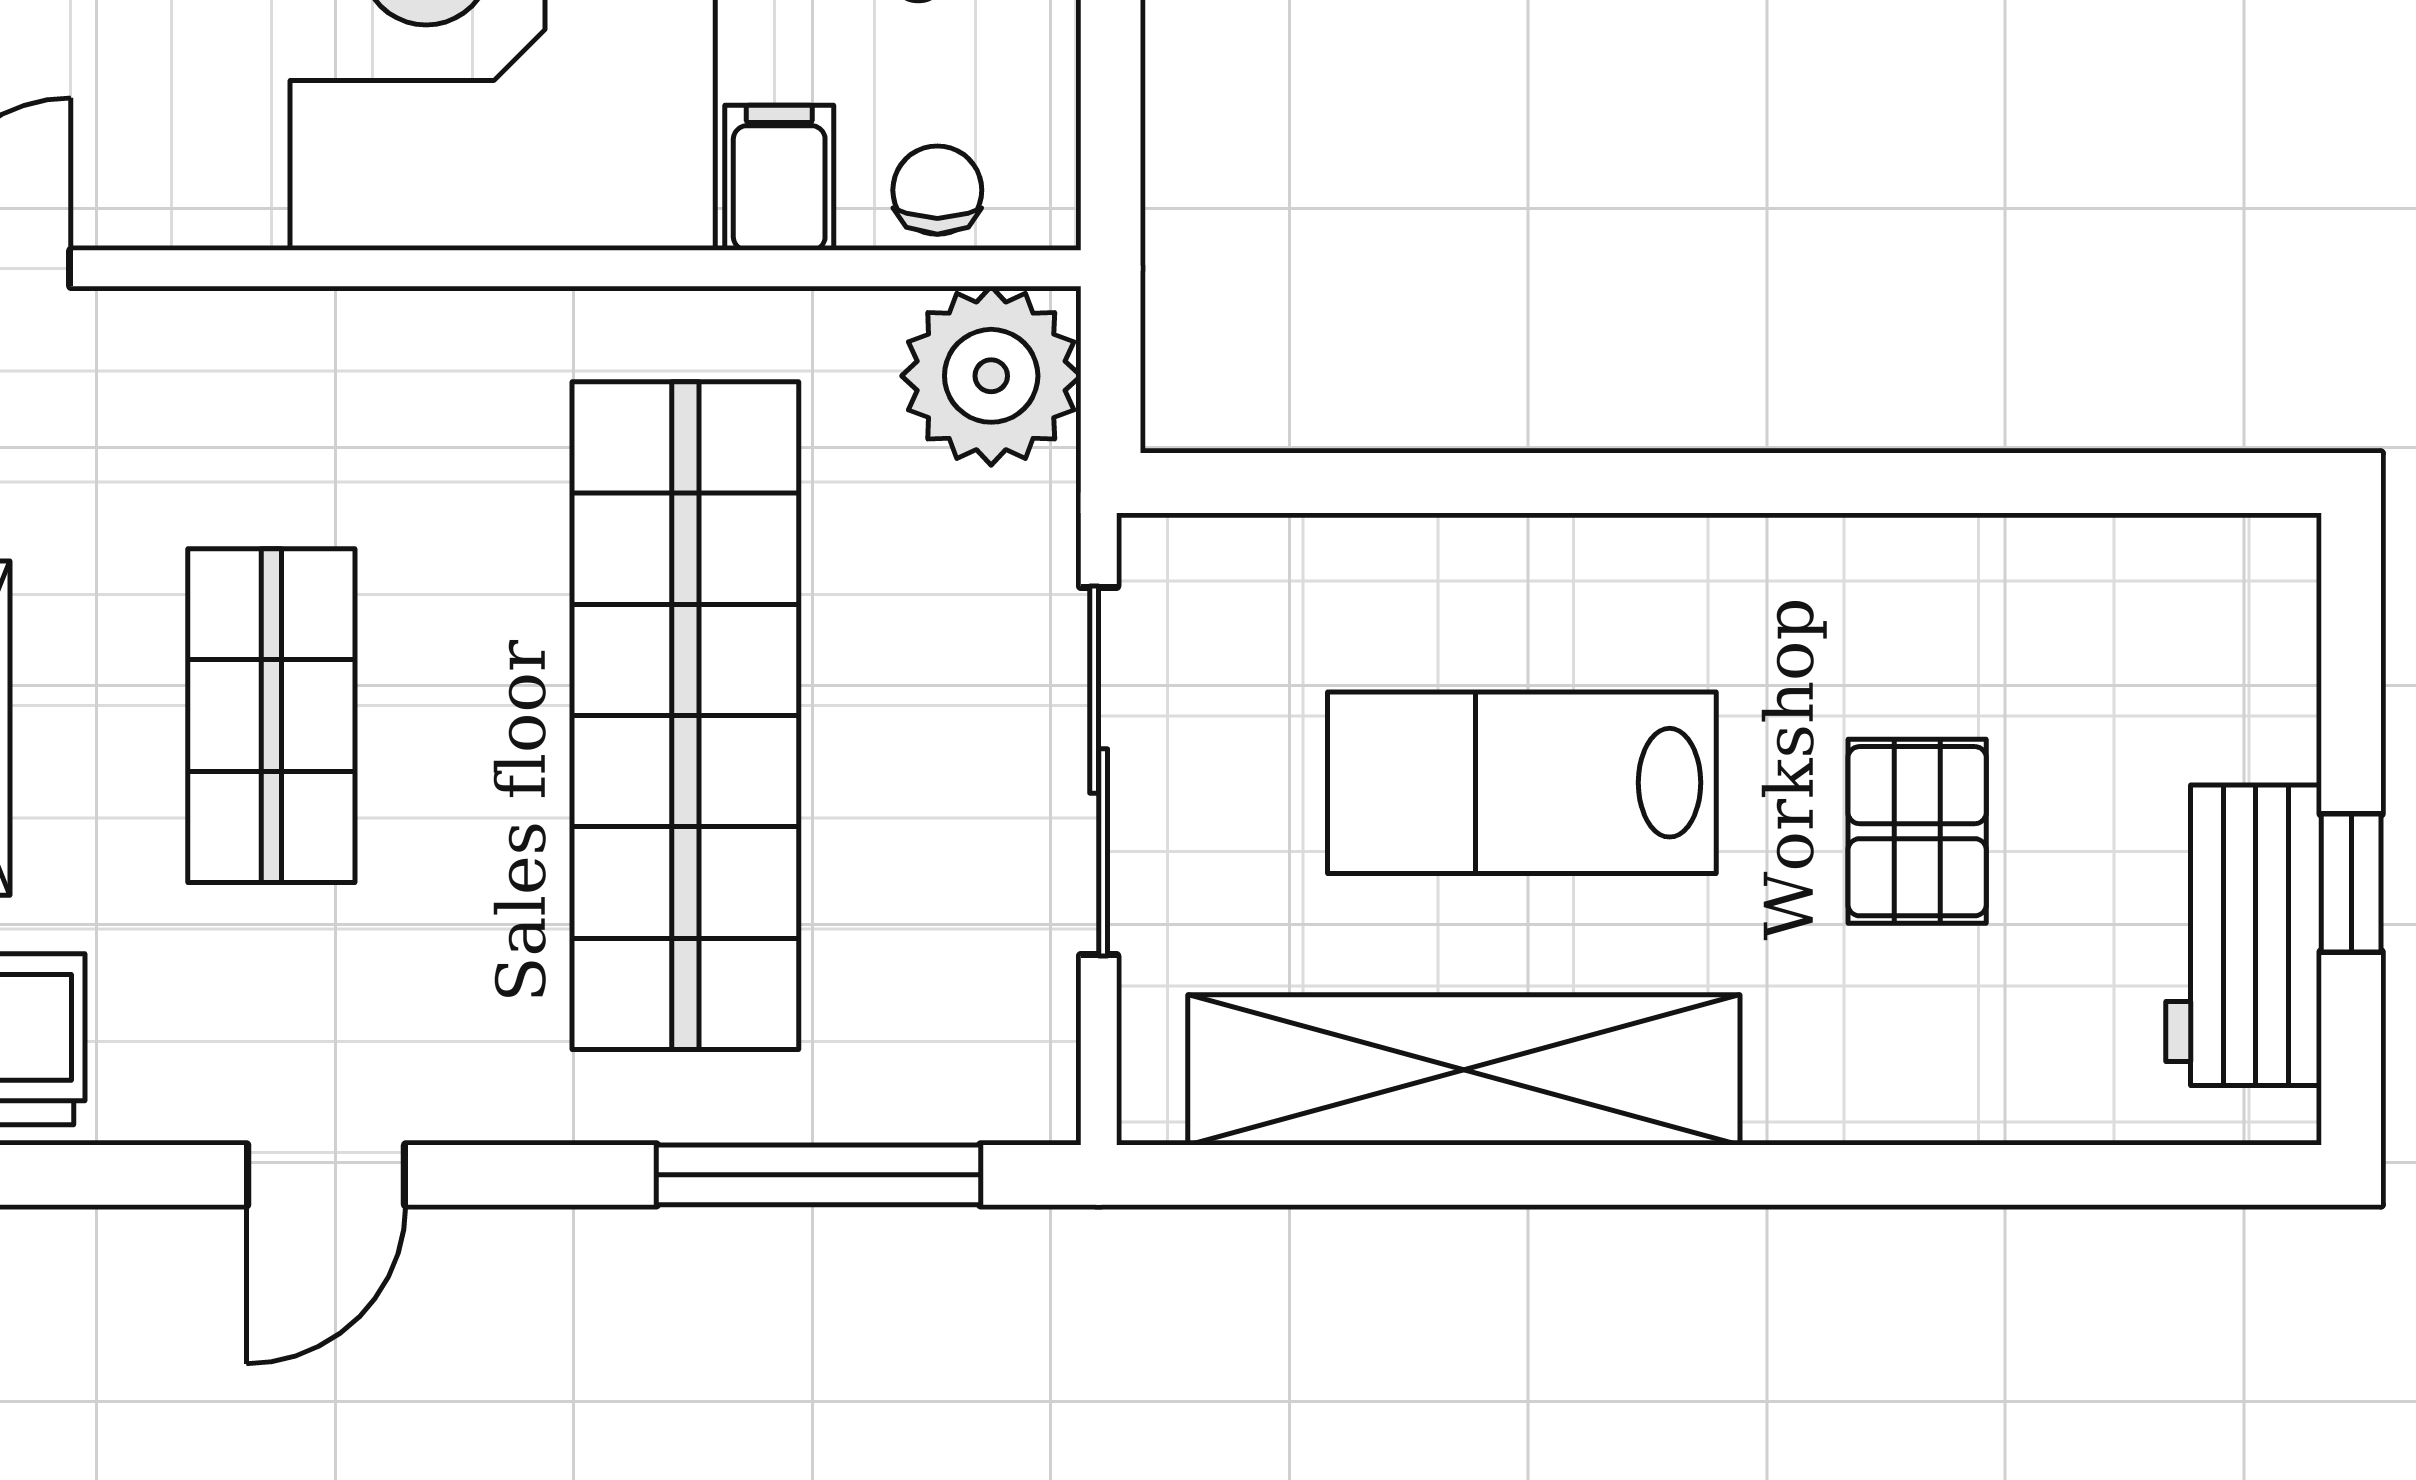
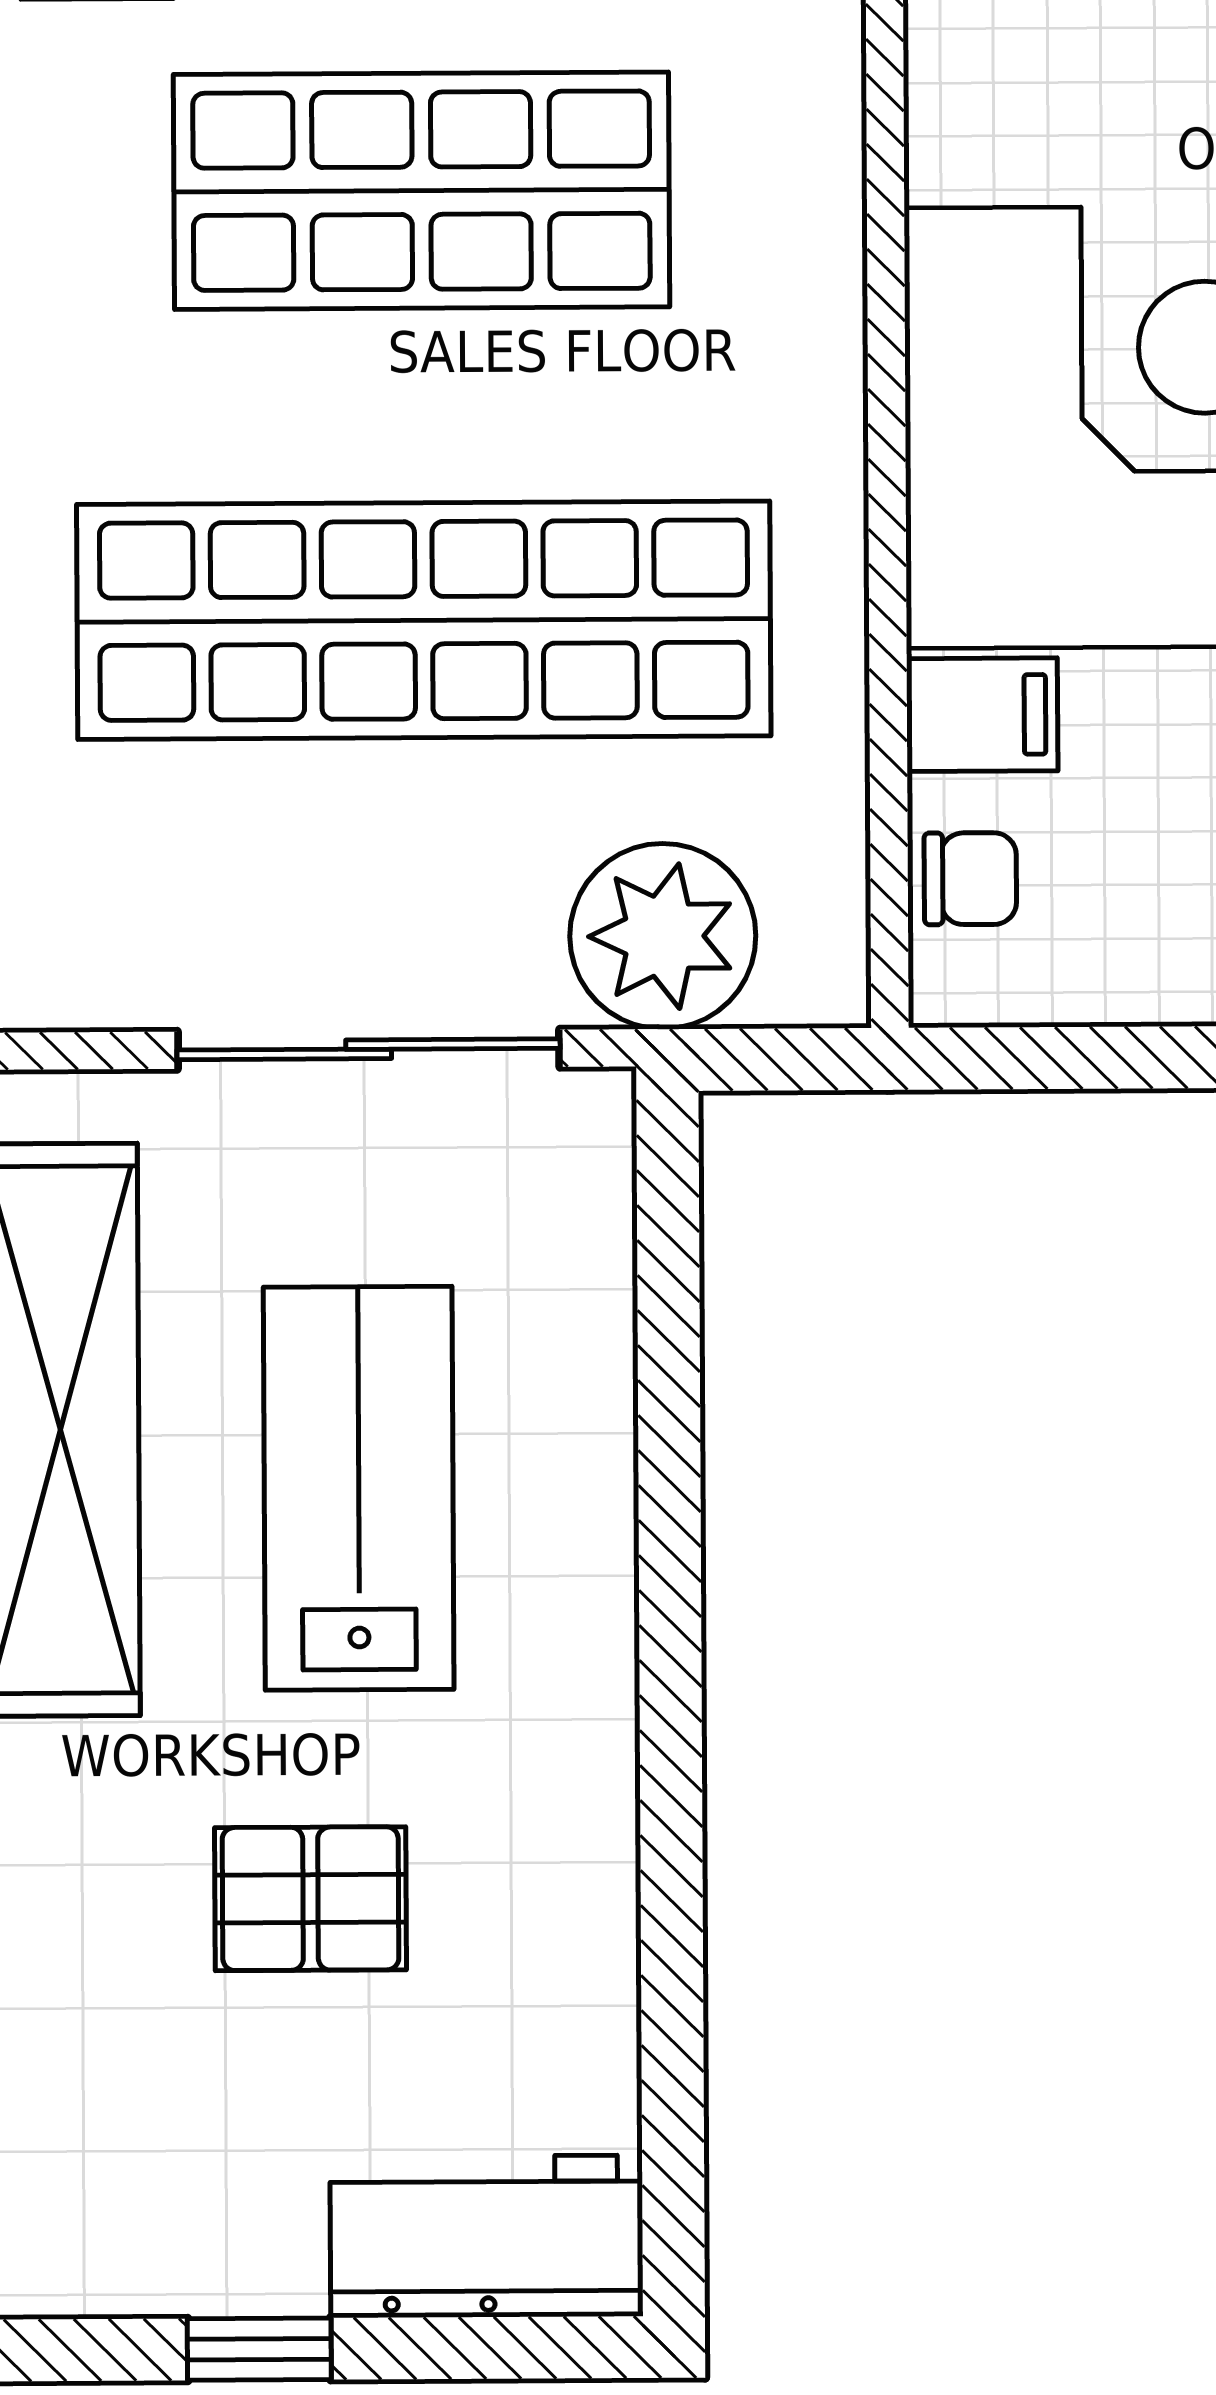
plant: (991, 376) -> (663, 936), moved
shop shelf: (271, 716) -> (421, 191), width x1.43, depth x1.36
workbench: (2244, 935) -> (487, 2236), moved

